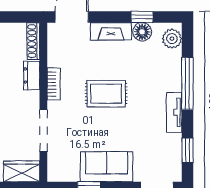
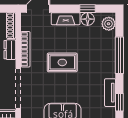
bookcase: (54, 84) -> (25, 49), width x1.56
tv unit: (174, 112) -> (110, 93), moved
doorway: (43, 131) -> (18, 88), width x1.36

